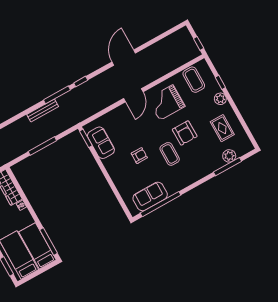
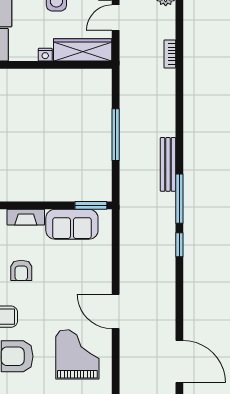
door: (124, 58) -> (179, 362), moved
fireplace: (111, 169) -> (26, 217), added

